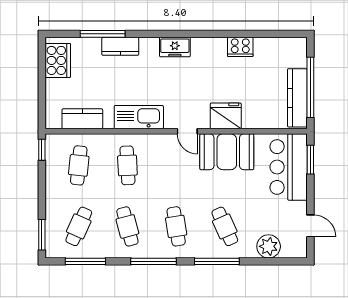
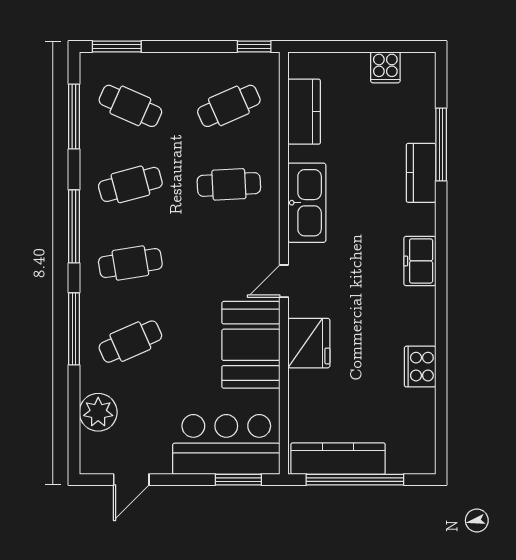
cooker: (58, 60) -> (385, 67), width x0.53, depth x0.76
cafe table: (79, 165) -> (229, 106), turned -30

